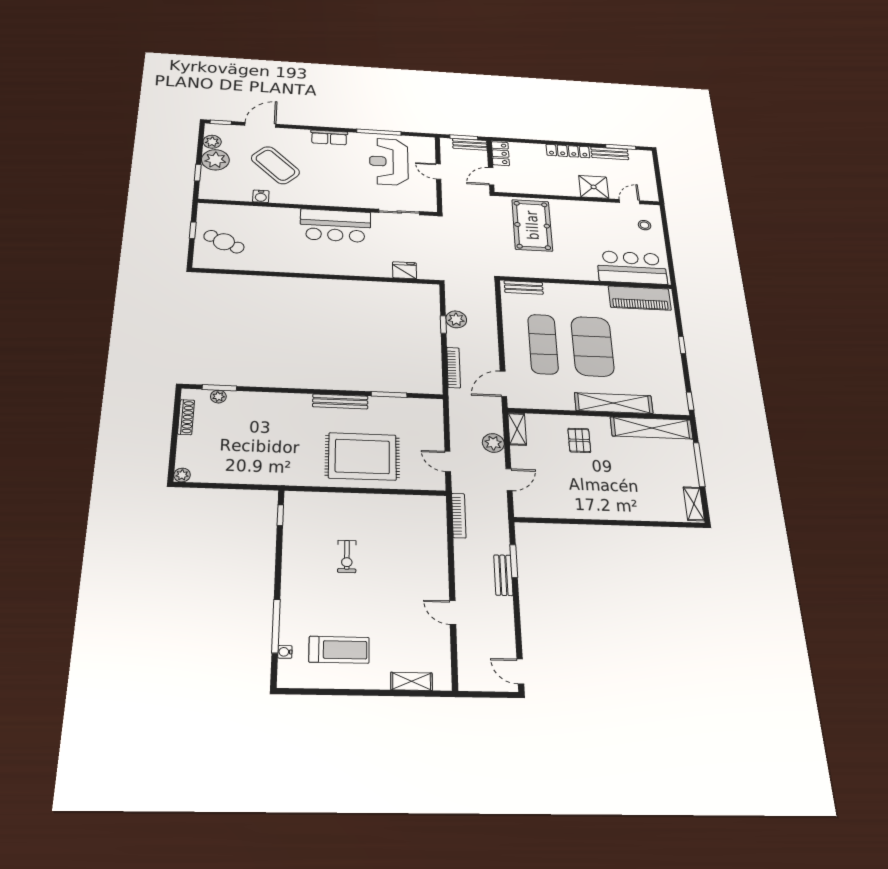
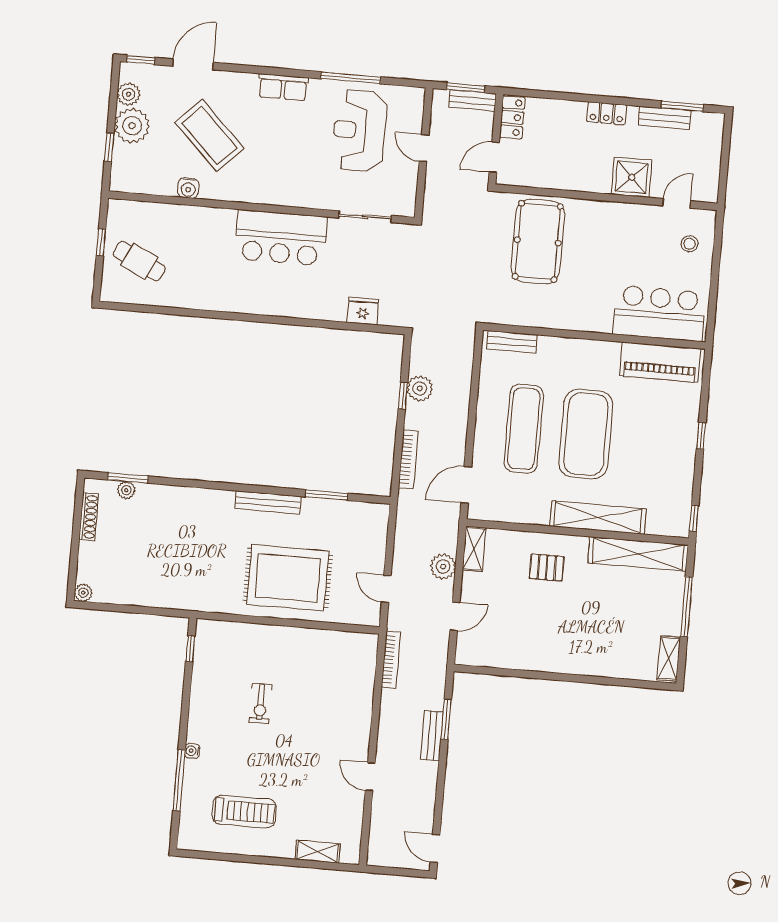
locker: (568, 151) -> (607, 113), width x0.66
pallet: (579, 440) -> (547, 567), turned 90
water cooler: (285, 652) -> (192, 751), moved

